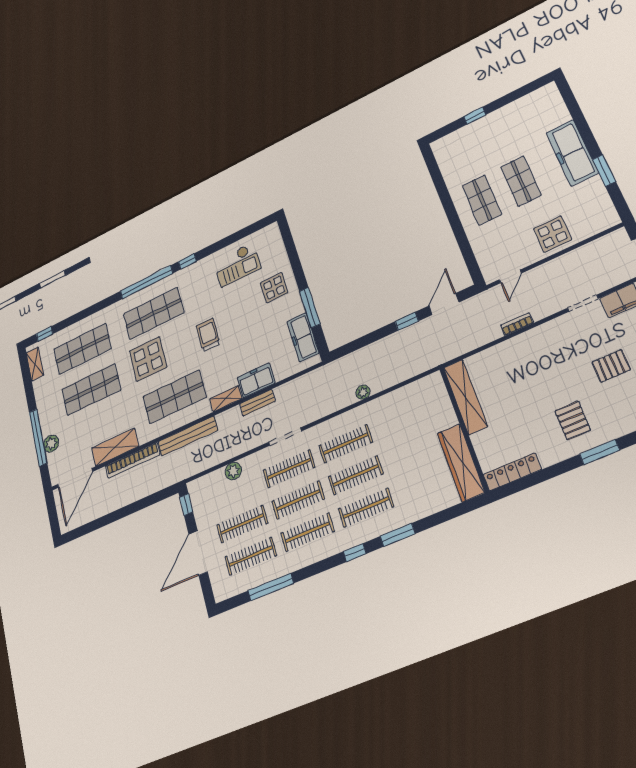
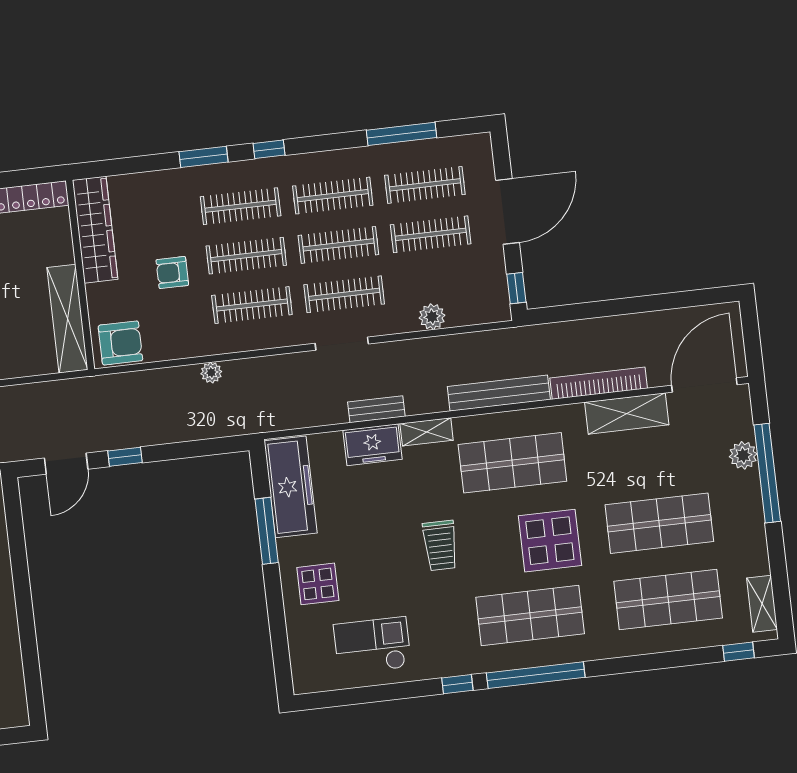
freezer: (303, 337) -> (291, 487), width x1.36, depth x1.26
armchair: (426, 392) -> (120, 343), added
armchair: (402, 449) -> (172, 273), added

